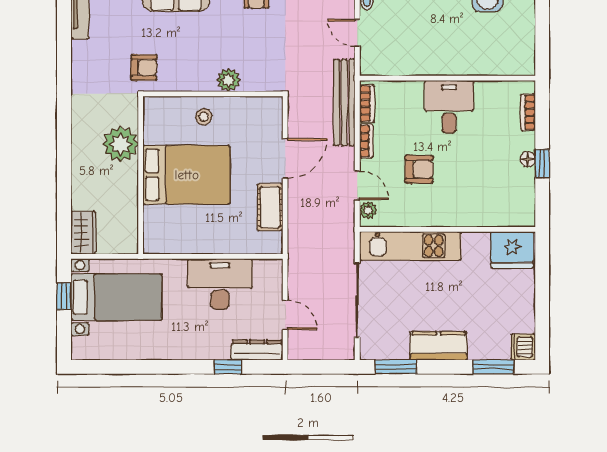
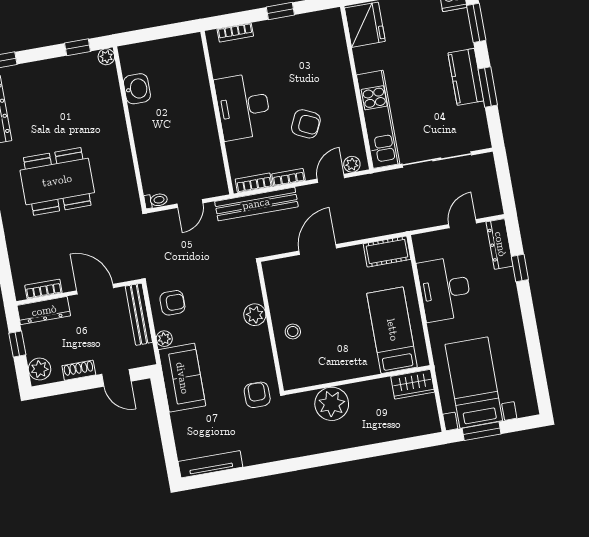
desk: (449, 107) -> (243, 106), width x1.37
door: (285, 158) -> (318, 249), hinge flipped
floor lamp: (528, 159) -> (279, 25), removed
armchair: (419, 169) -> (306, 124), turned 115
bed: (187, 175) -> (392, 330), moved, width x0.67
cot: (270, 207) -> (387, 252), moved
wardrobe: (83, 233) -> (413, 384), moved, turned 180
window: (64, 296) -> (482, 431), width x1.50
window: (396, 367) -> (488, 87), moved

